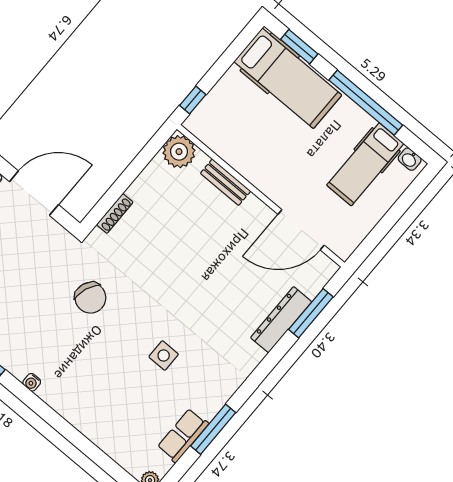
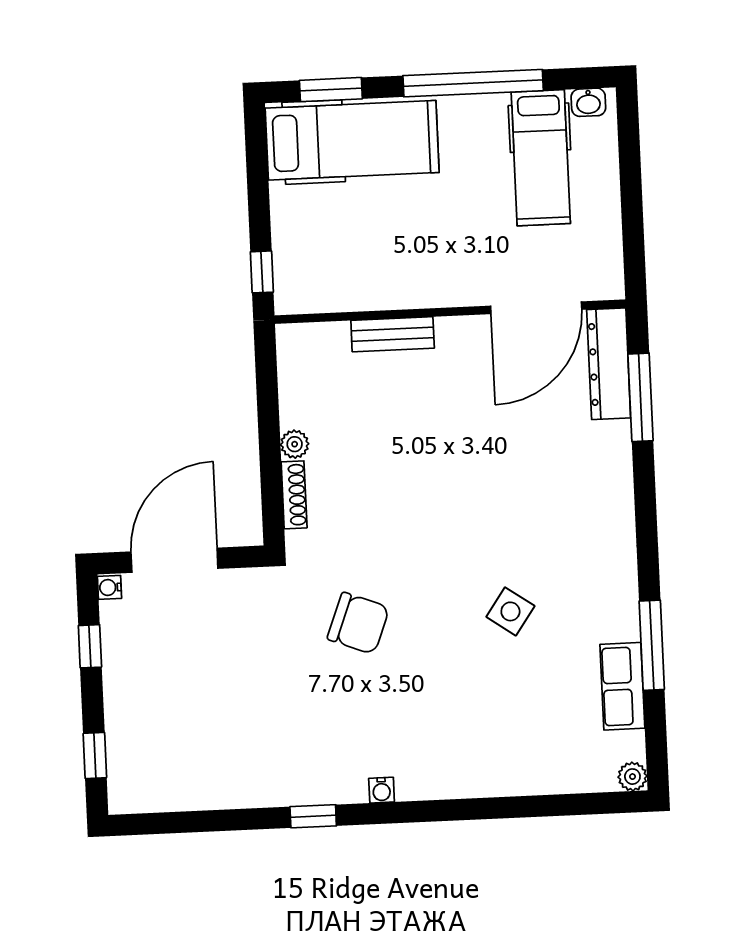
plant: (179, 152) -> (295, 444), moved, width x0.53, depth x0.53
dresser: (281, 320) -> (609, 364), moved
side table: (164, 355) -> (510, 611), turned 35

